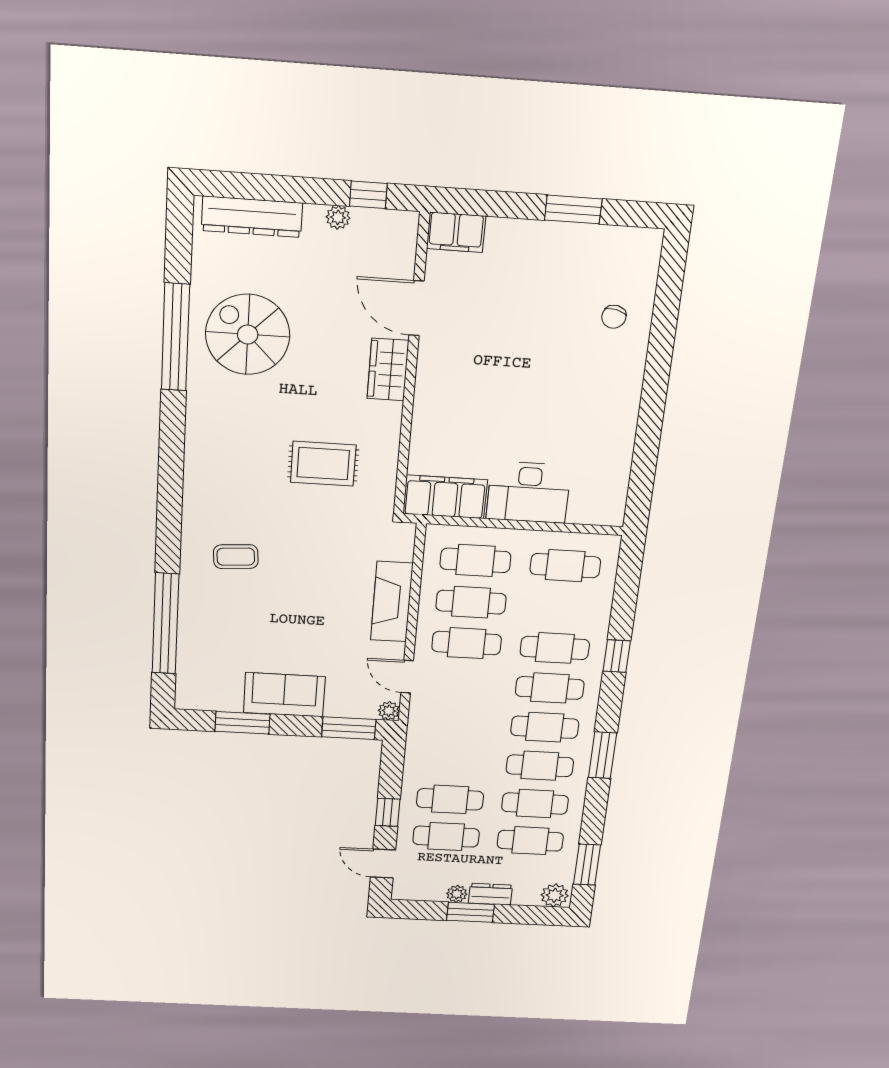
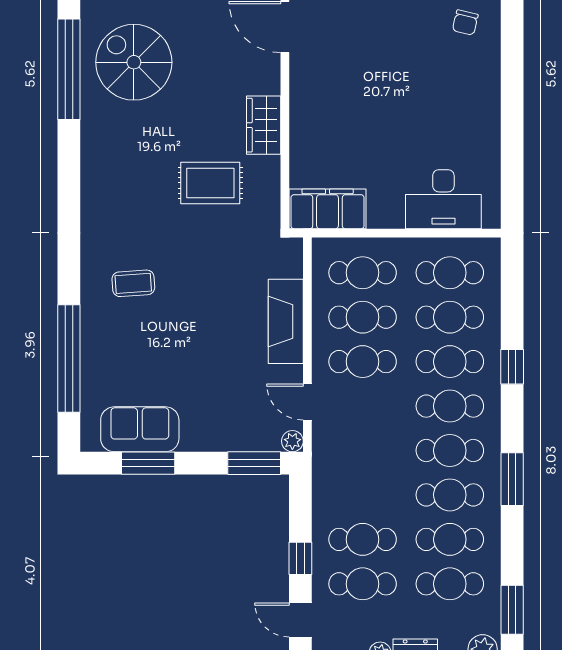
wardrobe: (388, 370) -> (264, 125), moved
desk: (529, 492) -> (443, 199), moved
cafe table: (560, 607) -> (450, 317), added
sofa: (284, 695) -> (140, 429), moved

